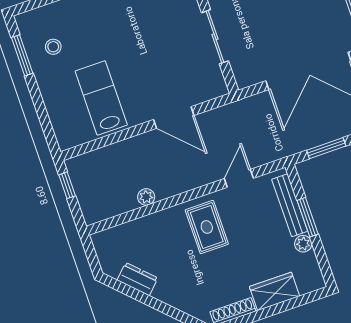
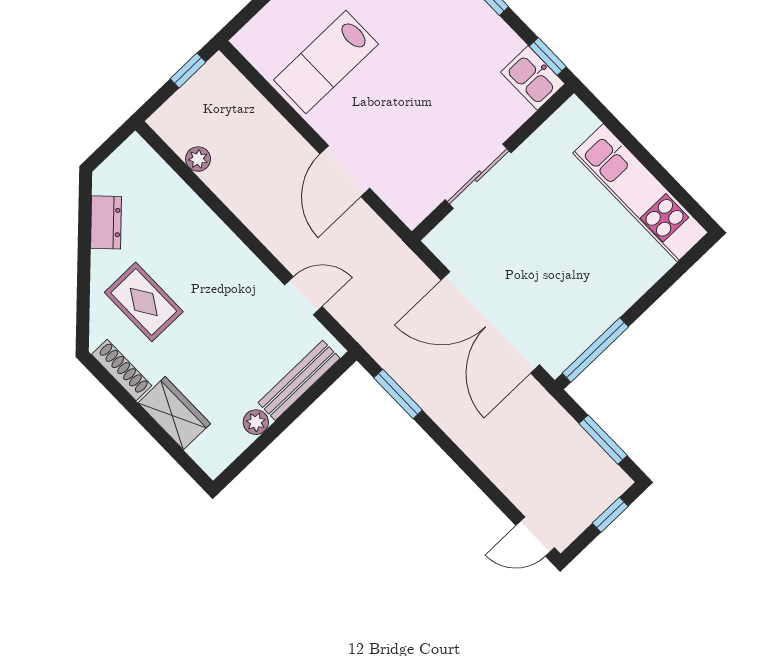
lab bench: (101, 98) -> (326, 62), turned 180
plant: (146, 197) -> (198, 159), moved
window: (308, 217) -> (294, 412), removed
rug: (207, 227) -> (144, 302), moved, turned 90

